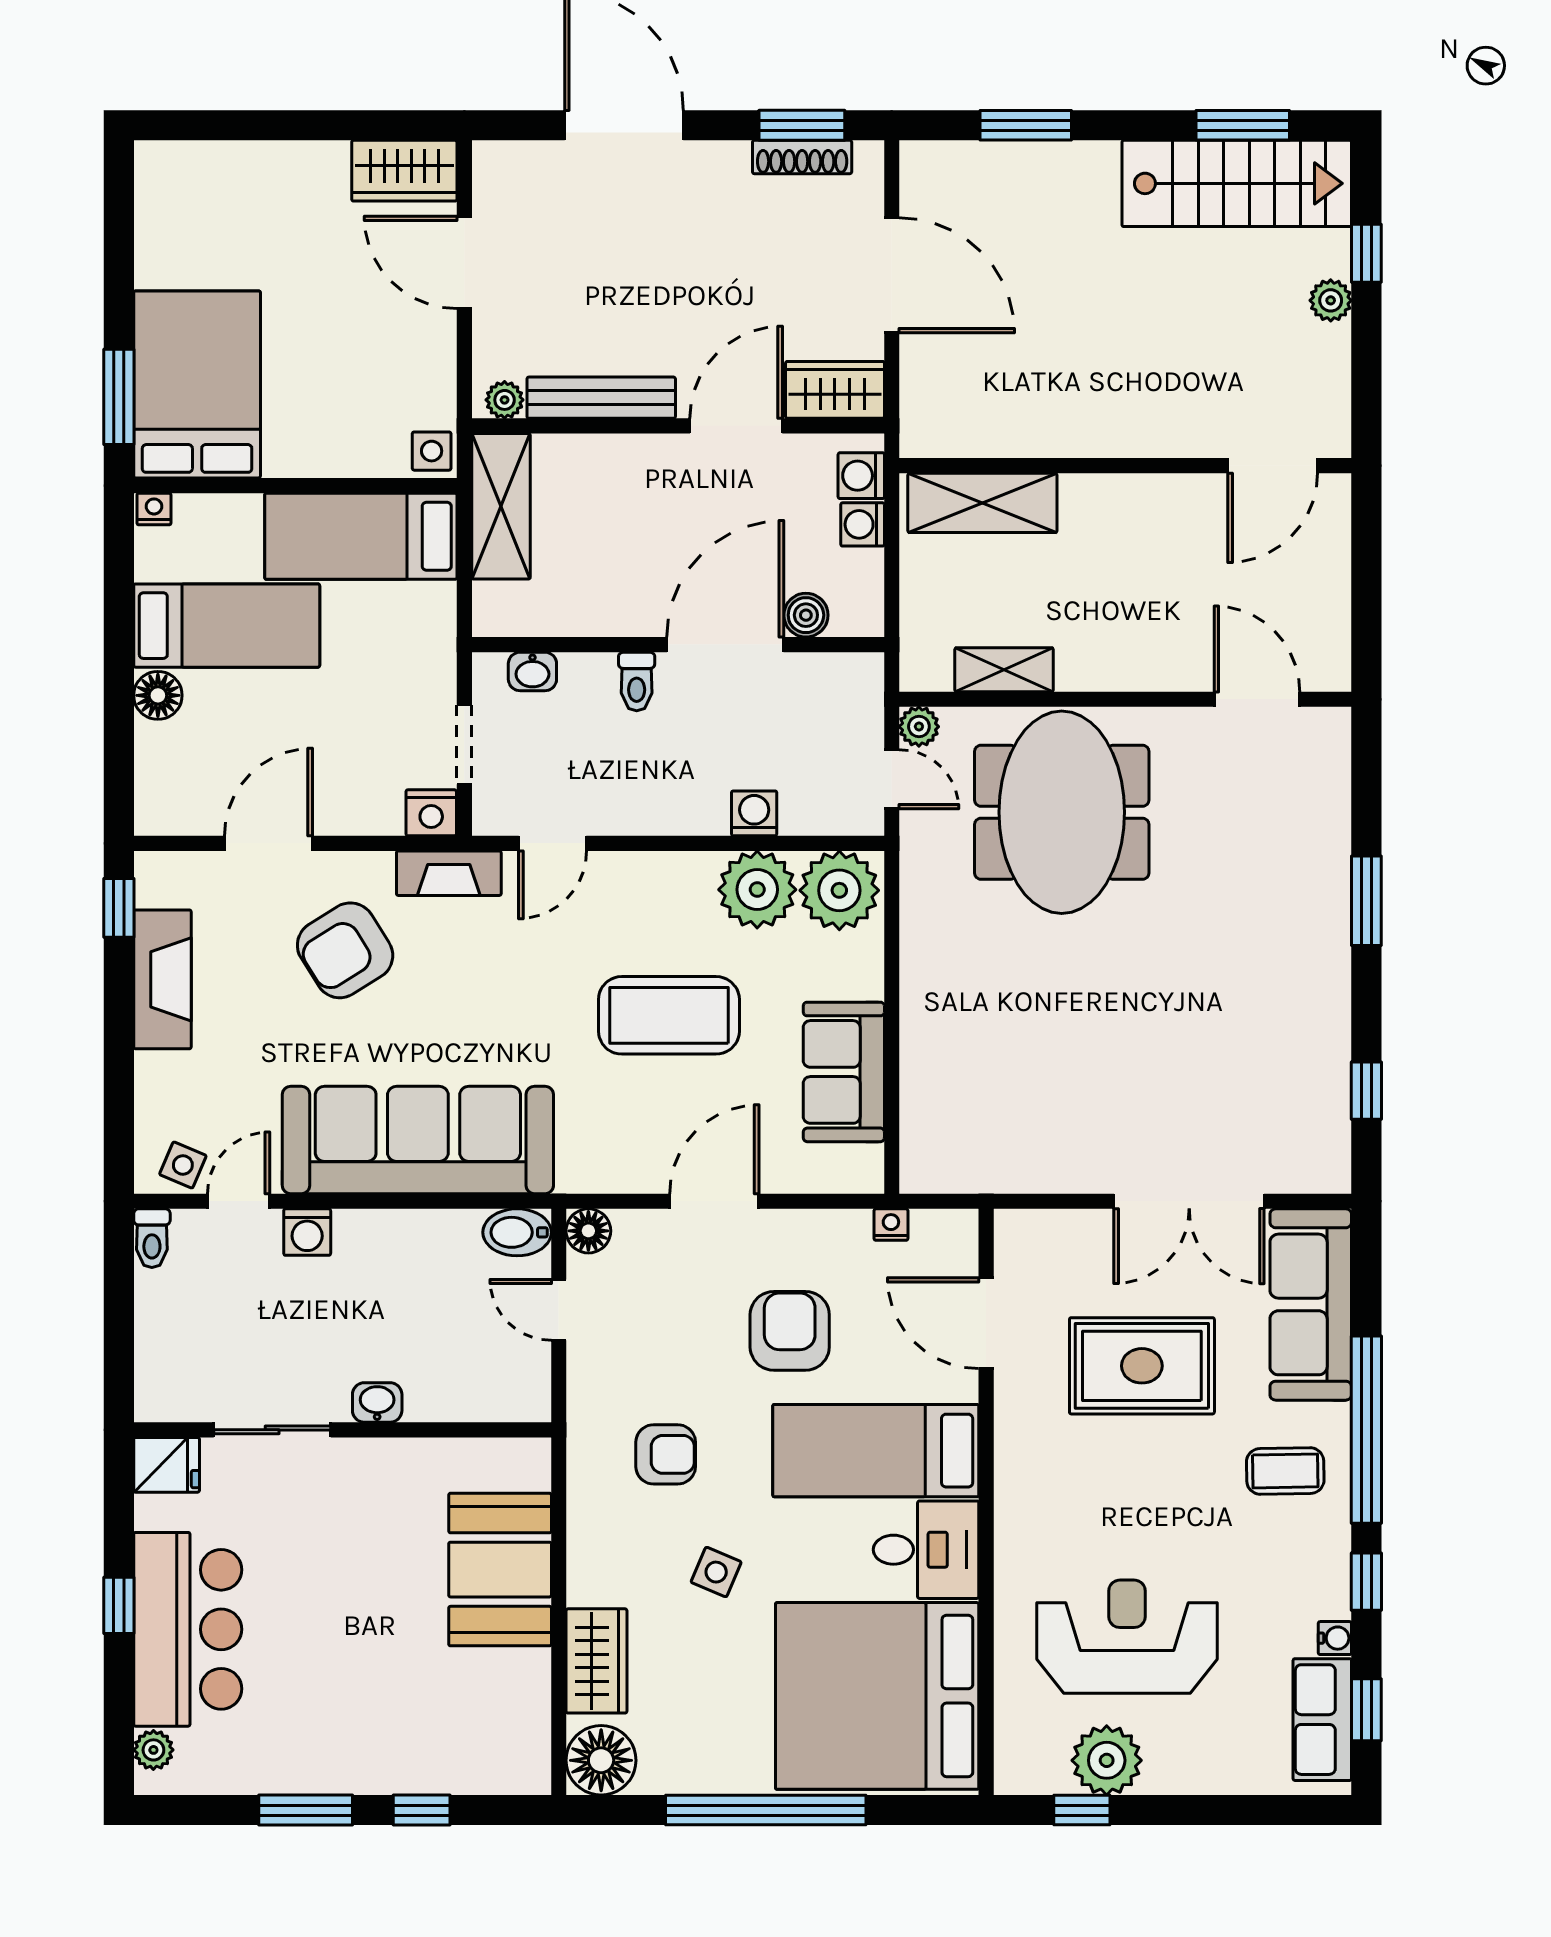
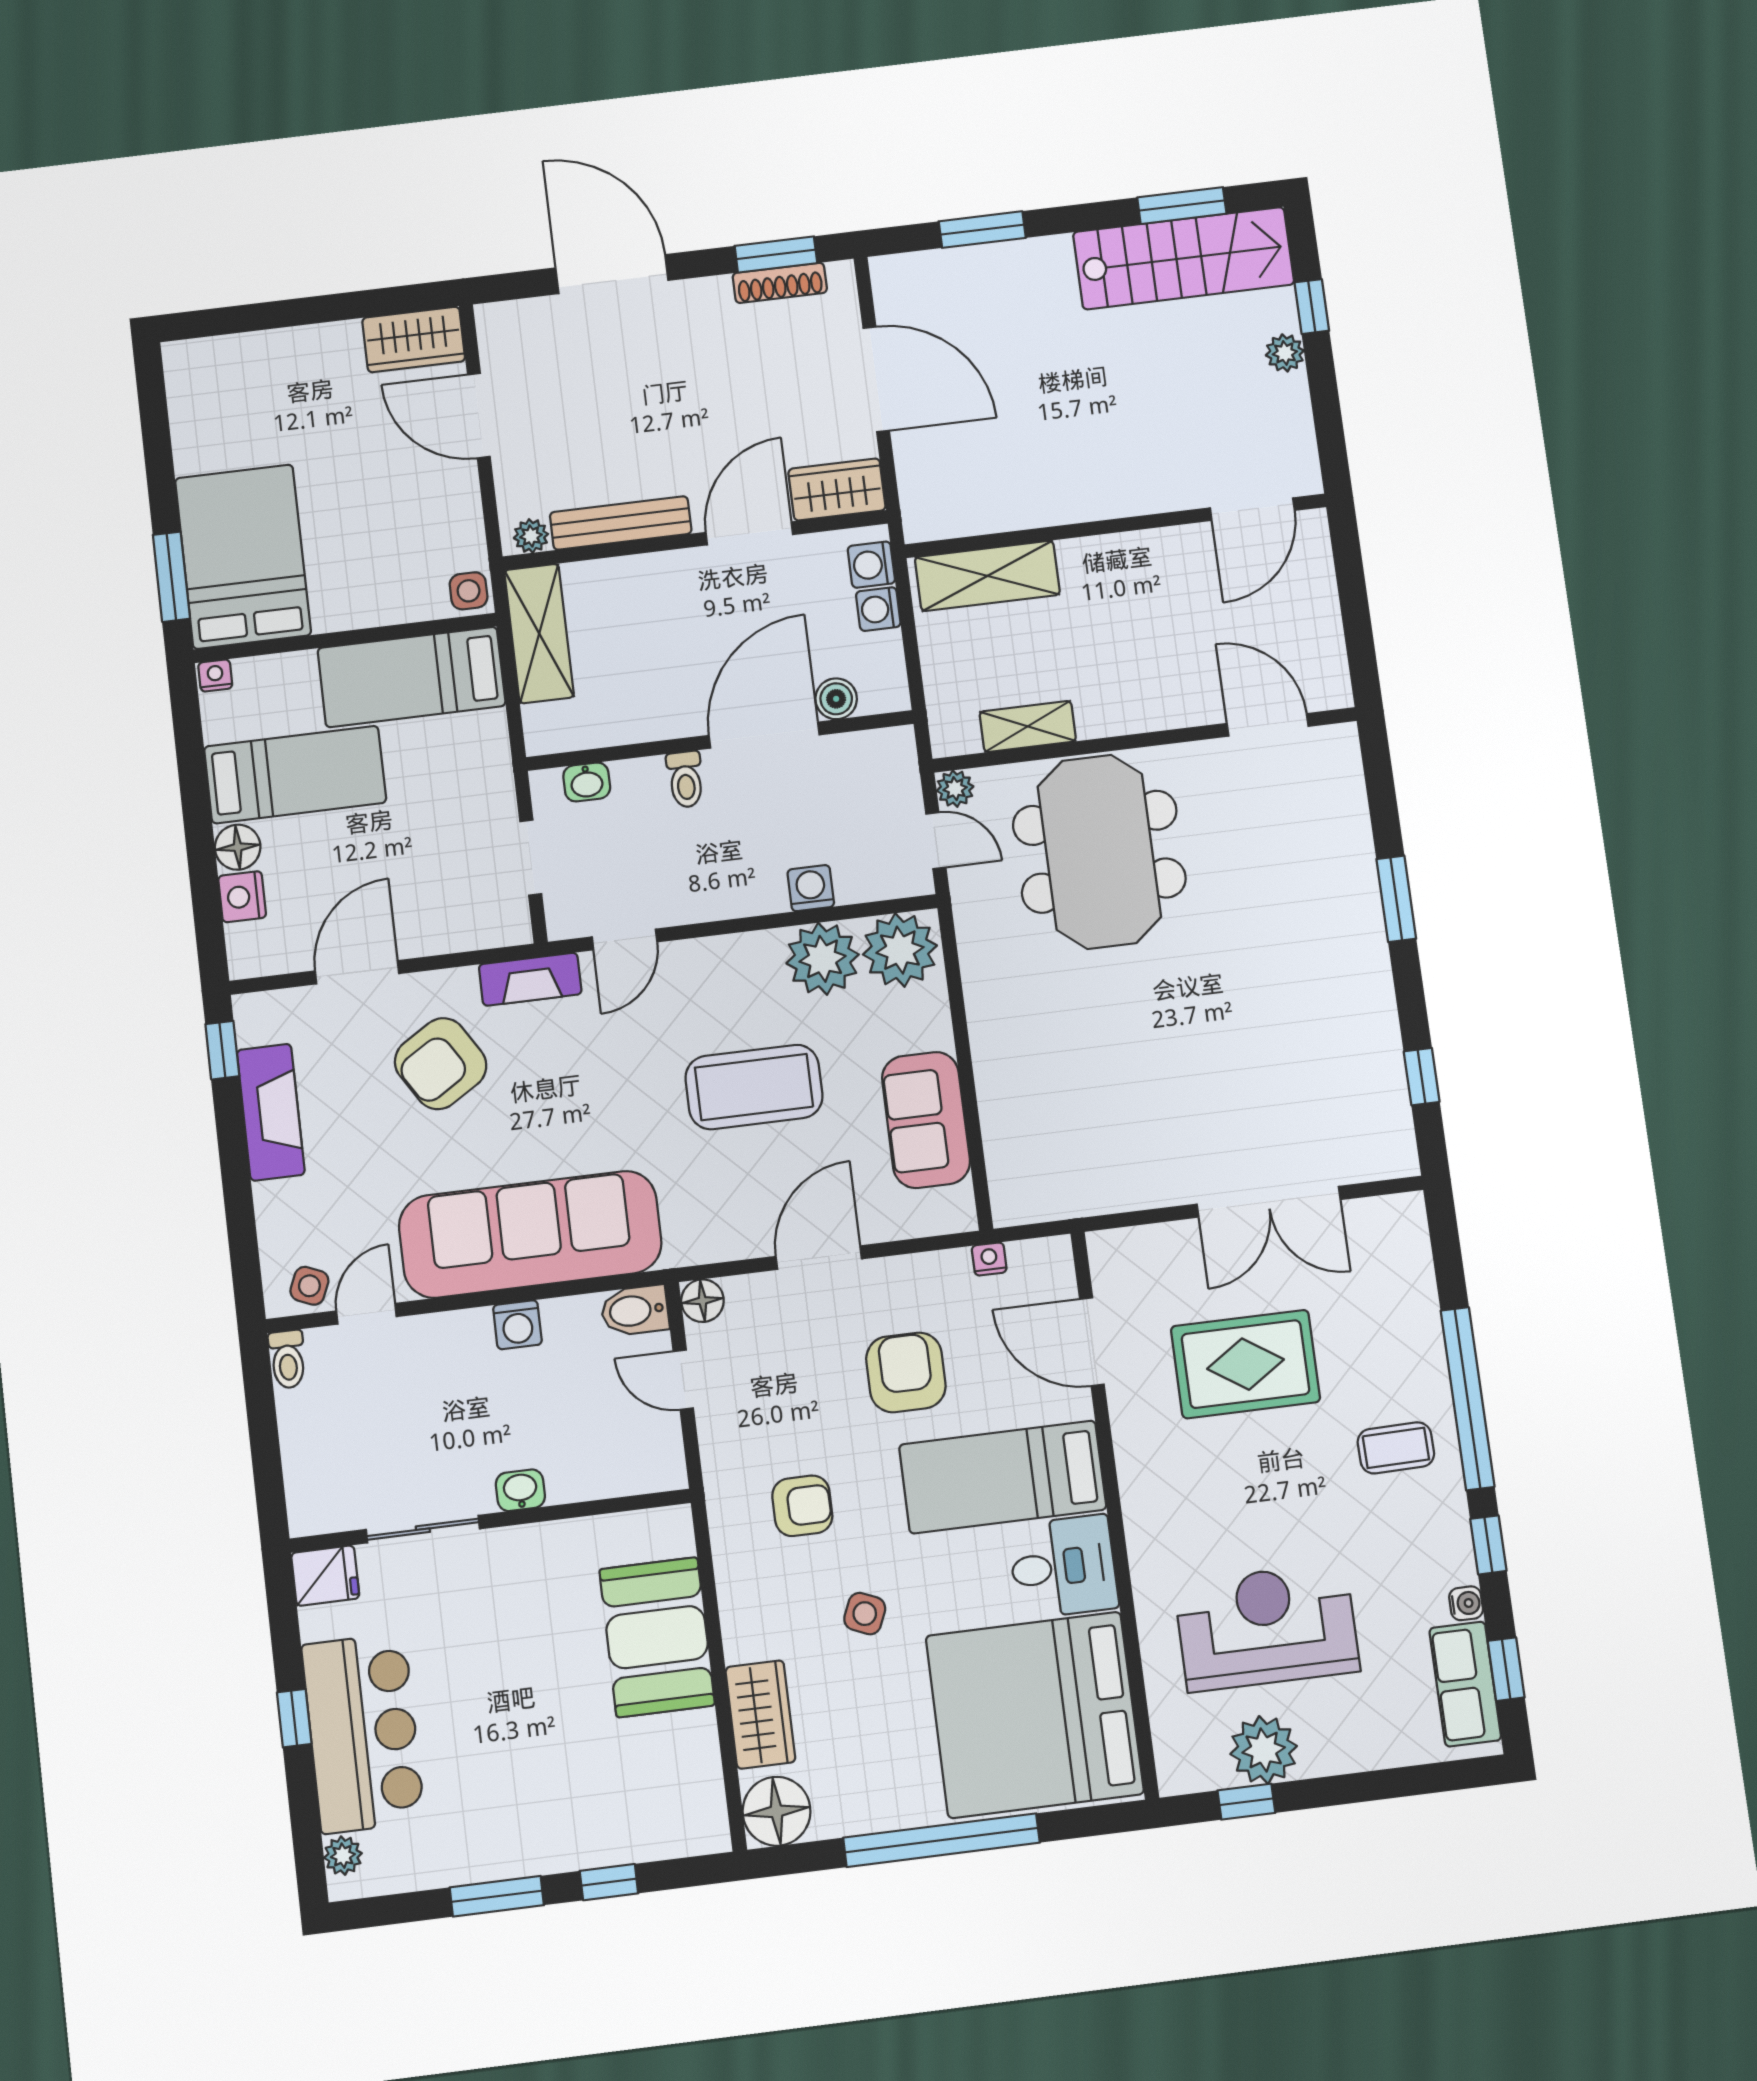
nightstand: (431, 813) -> (242, 897), moved, turned 90
washing machine: (307, 1232) -> (517, 1325), moved
sofa: (1311, 1304) -> (1398, 1286), removed

